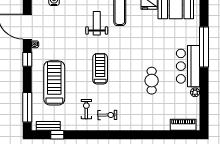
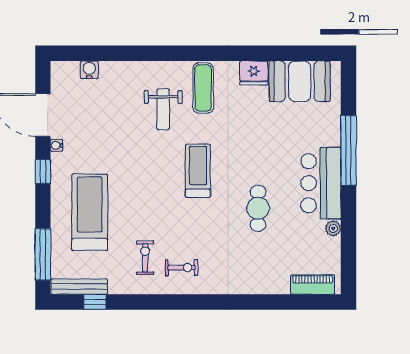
weight bench: (97, 23) -> (163, 109), turned 180
treadmill: (100, 69) -> (198, 171), moved
bench: (48, 126) -> (79, 287), width x1.36

